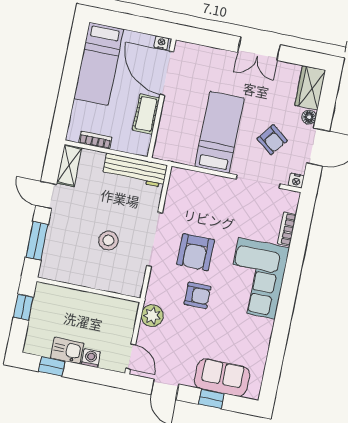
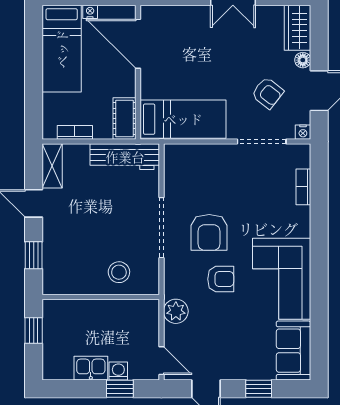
nightstand: (161, 43) -> (90, 12), moved
cot: (146, 114) -> (125, 119), moved
bed: (220, 132) -> (183, 119), moved, turned 90
stool: (108, 240) -> (119, 272), moved
window: (37, 241) -> (34, 255), width x0.67
corner sofa: (257, 278) -> (282, 279), moved
window: (52, 366) -> (120, 389), moved
sofa: (222, 377) -> (294, 351), moved, turned -90

